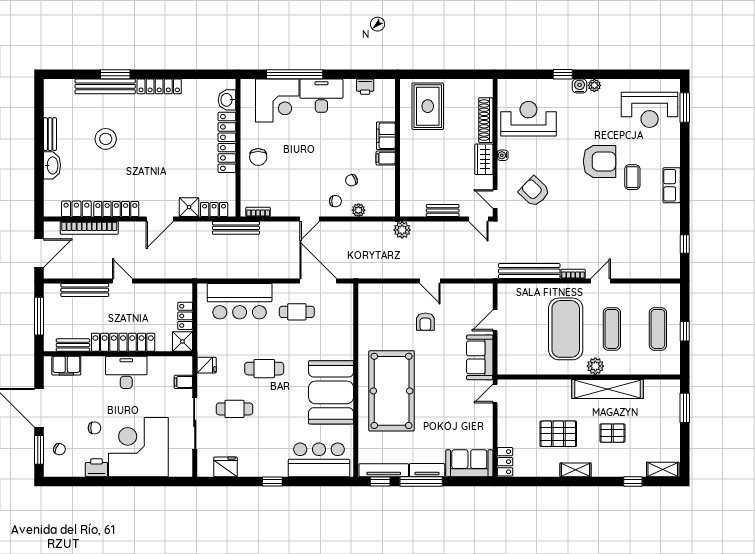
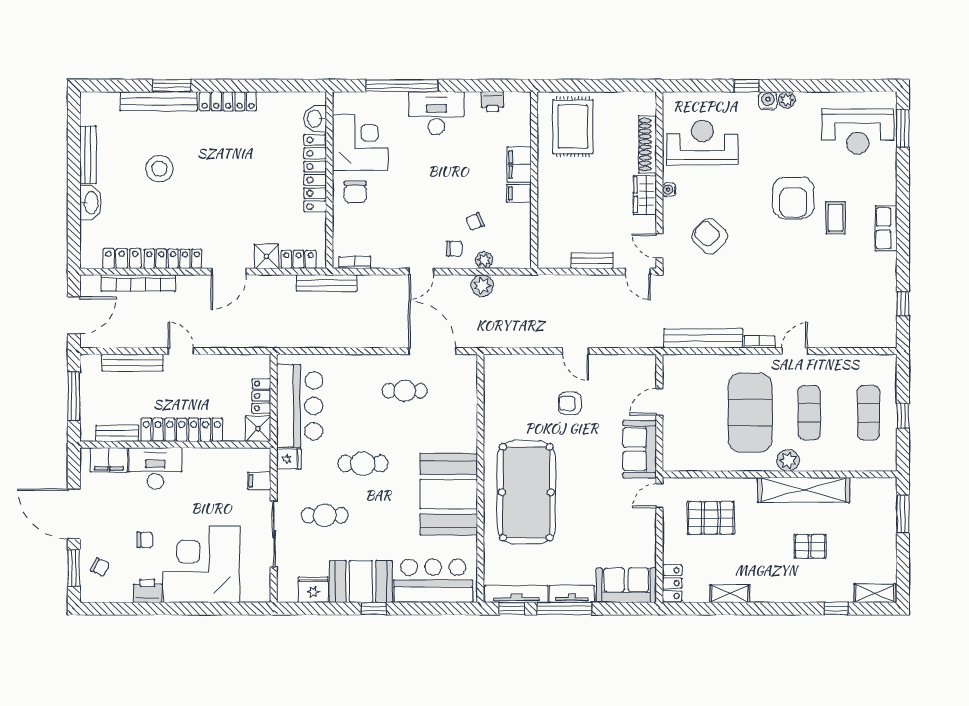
corner desk: (277, 101) -> (360, 142), moved, turned -90
bench: (50, 134) -> (88, 155), width x1.36
armchair: (599, 161) -> (793, 198), turned 90
plant: (402, 230) -> (482, 286), moved
bar counter: (240, 301) -> (300, 406), moved, turned -90
armchair: (425, 322) -> (570, 403), turned 90
desk: (126, 372) -> (155, 468), moved
pallet: (558, 434) -> (711, 518), moved
booth: (263, 460) -> (361, 582), added
shelving: (575, 470) -> (730, 594), moved

